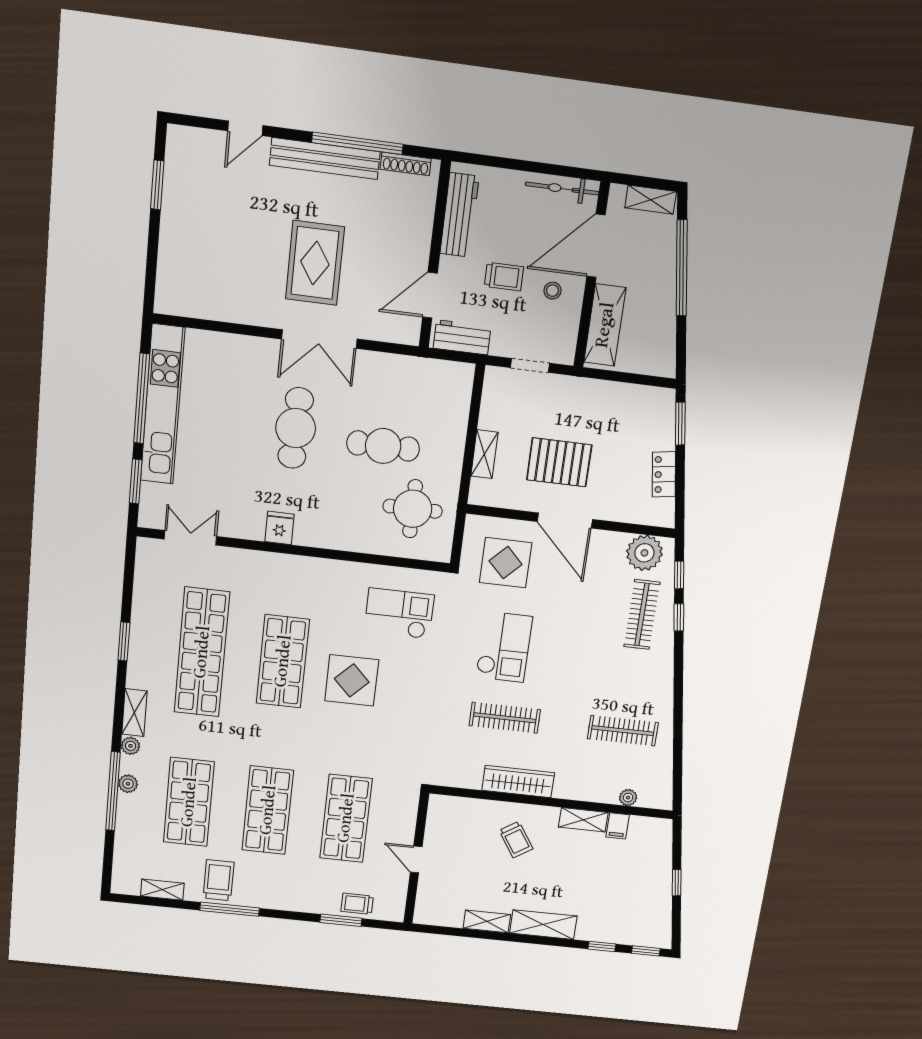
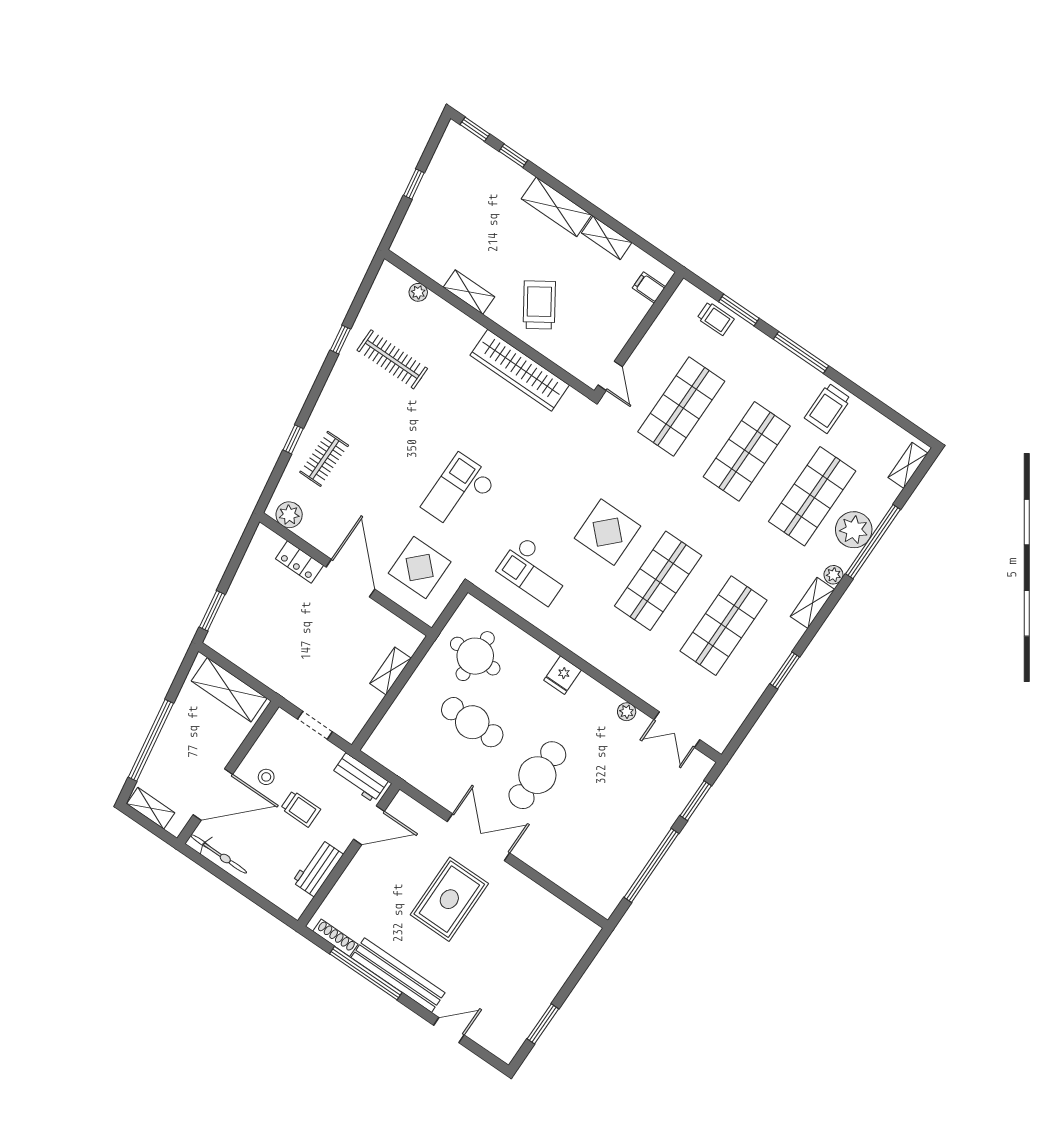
workbench: (459, 215) -> (318, 868), width x0.73
trolley: (504, 277) -> (301, 809), turned 180
shelving: (605, 325) -> (229, 690), moved, turned 90
kitchen unit: (163, 405) -> (637, 852), removed
pallet: (559, 462) -> (331, 631), removed
locker: (664, 474) -> (299, 562), moved, turned 99
fridge: (279, 528) -> (562, 675), moved
plant: (246, 530) -> (627, 712), added
plant: (644, 553) -> (289, 515), width x0.73, depth x0.73
window: (679, 575) -> (340, 340), moved
clothes rail: (642, 615) -> (324, 459), width x0.73
shop shelf: (202, 652) -> (724, 626), width x0.71
clothes rail: (505, 718) -> (491, 427), removed
wardrobe: (518, 781) -> (520, 370), width x1.40, depth x1.17
plant: (128, 784) -> (854, 530), width x1.88, depth x1.88
filing cabinet: (618, 826) -> (649, 287), moved, turned -90
trolley: (516, 840) -> (539, 305), width x1.36, depth x1.39
door: (416, 859) -> (610, 376), moved
shelving: (162, 890) -> (908, 465), moved, turned 90
window: (230, 909) -> (801, 353), moved

